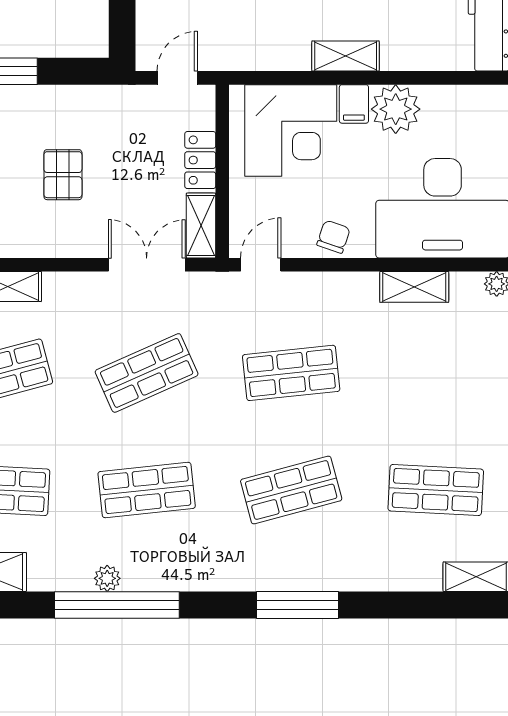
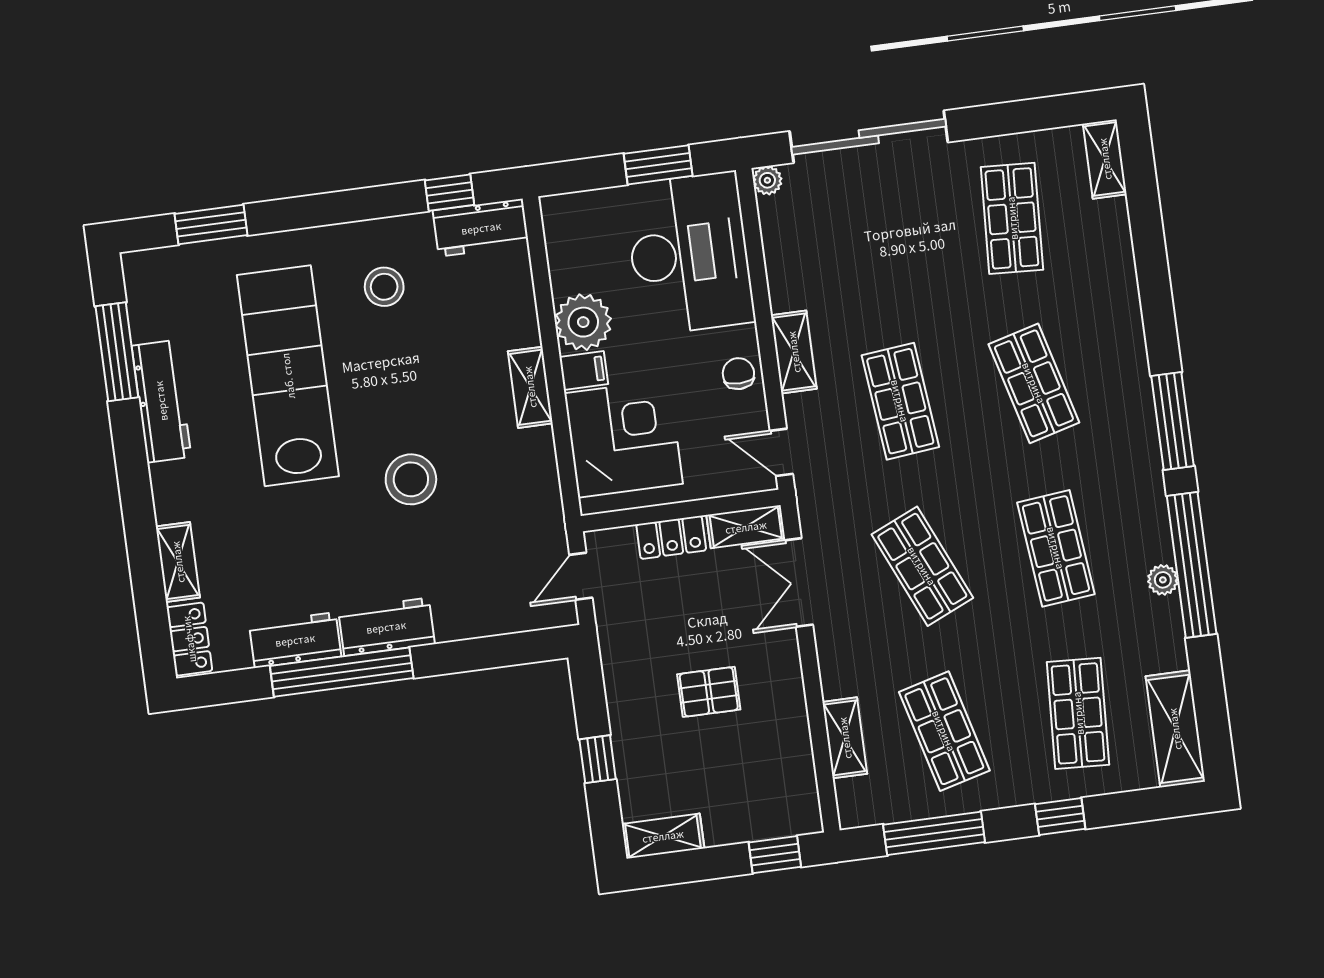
door: (177, 78) -> (581, 576), hinge flipped
chair: (333, 237) -> (738, 374), turned 71
shelving: (414, 287) -> (794, 352), moved
window: (298, 605) -> (1172, 421), moved

